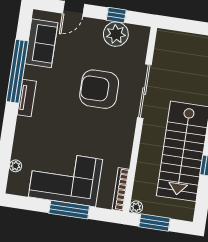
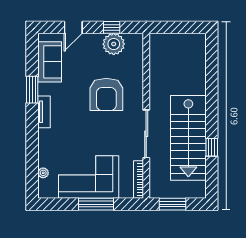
window: (17, 71) -> (32, 90), width x0.47
armchair: (99, 89) -> (106, 94), turned -90
sliding door: (144, 91) -> (146, 134), moved
plant: (136, 207) -> (155, 193), removed

